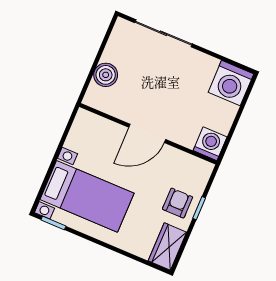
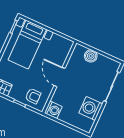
washing machine: (231, 83) -> (91, 108), moved
armchair: (178, 203) -> (33, 96), moved

